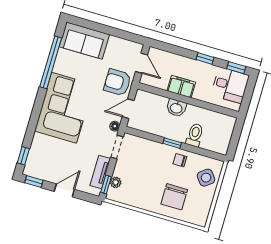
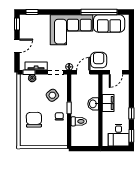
sofa: (84, 41) -> (109, 24), moved, turned -90
door: (128, 109) -> (83, 72), hinge flipped
side table: (206, 178) -> (52, 95), moved
door: (64, 190) -> (17, 46), hinge flipped
chair: (174, 197) -> (34, 120), turned 89

